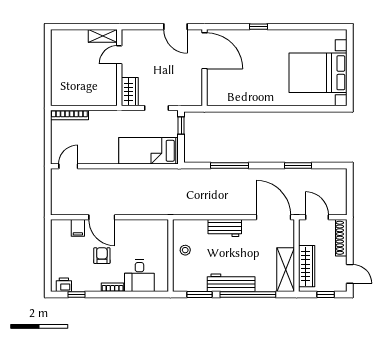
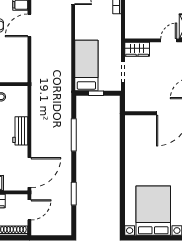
door: (119, 55) -> (169, 40), hinge flipped
window: (181, 125) -> (96, 93), moved

